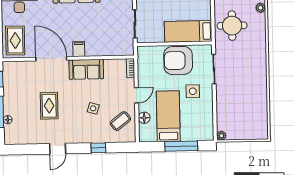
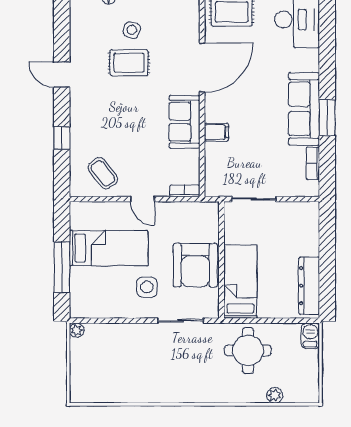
filing cabinet: (79, 49) -> (216, 132), moved
armchair: (178, 60) -> (195, 265), turned 180
side table: (93, 108) -> (132, 30), moved
floor lamp: (144, 118) -> (107, 210), removed

